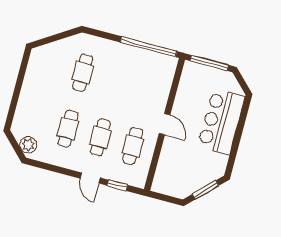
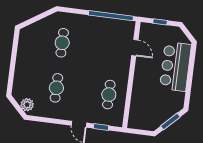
window: (209, 63) -> (160, 22), width x0.46
door: (165, 124) -> (135, 48), moved
cafe table: (100, 137) -> (83, 91), removed

